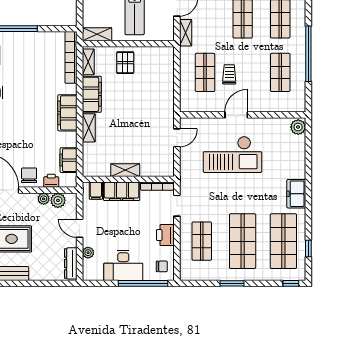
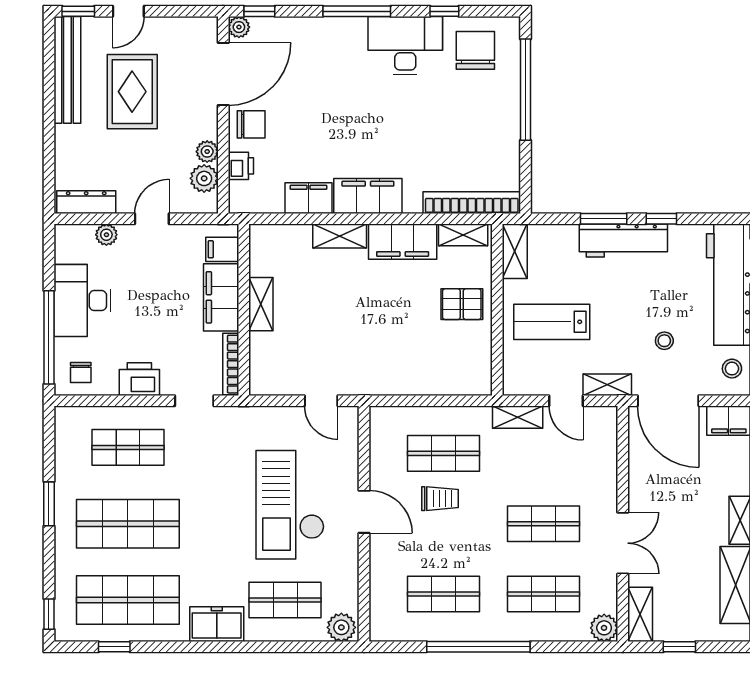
shop shelf: (283, 157) -> (285, 600), added
filing cabinet: (69, 160) -> (308, 198), moved

